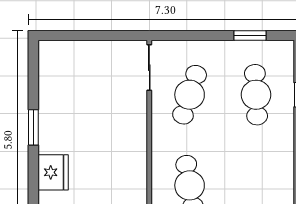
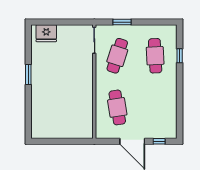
window: (250, 35) -> (122, 22), moved
fridge: (53, 172) -> (46, 33), moved, turned 90

